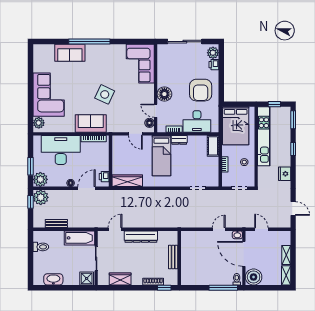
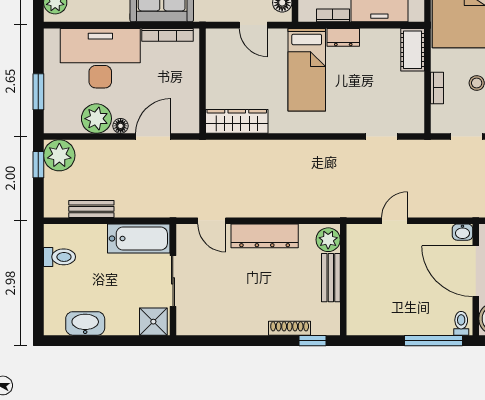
printer: (104, 177) -> (189, 113), removed
plant: (40, 179) -> (96, 119), moved
door: (115, 229) -> (212, 221), swing flipped
door: (219, 229) -> (395, 221), moved
plant: (172, 239) -> (328, 240), added
wardrobe: (120, 279) -> (222, 323), removed

